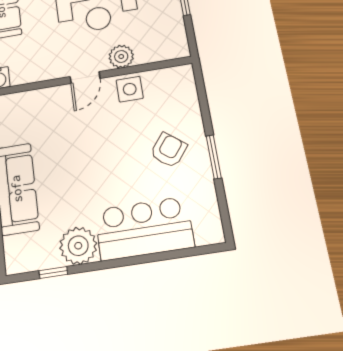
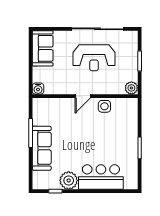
plant: (121, 56) -> (131, 88), moved
armchair: (169, 150) -> (119, 141), removed

